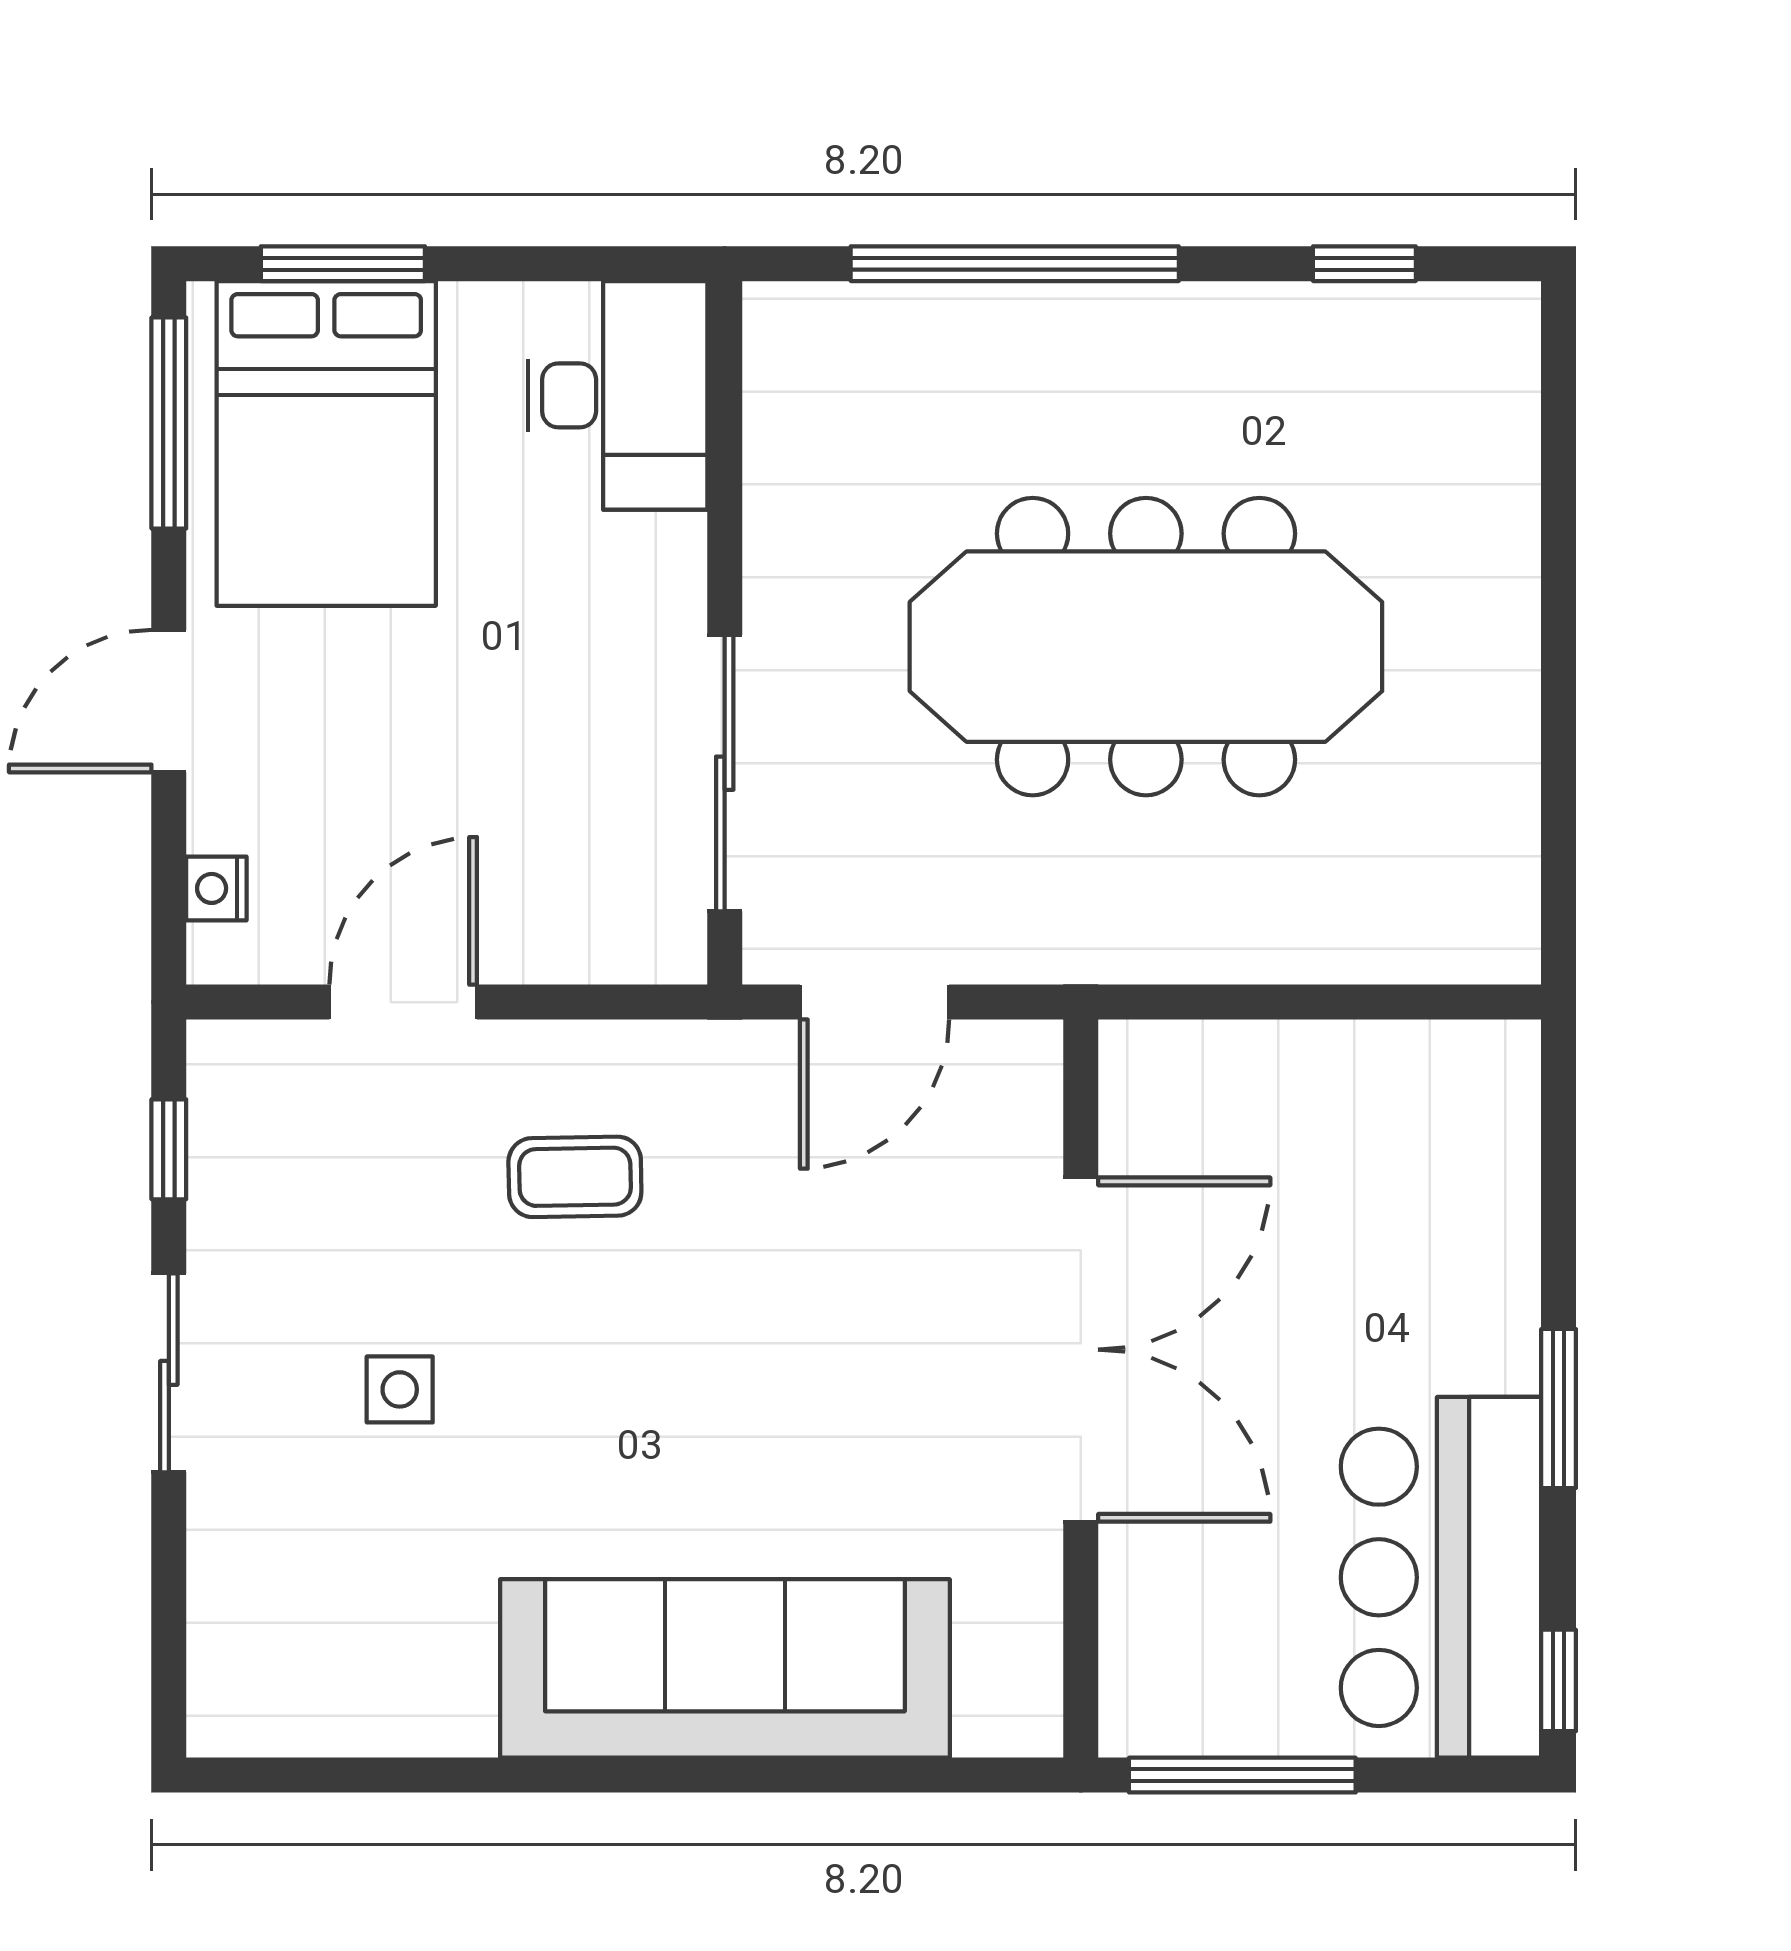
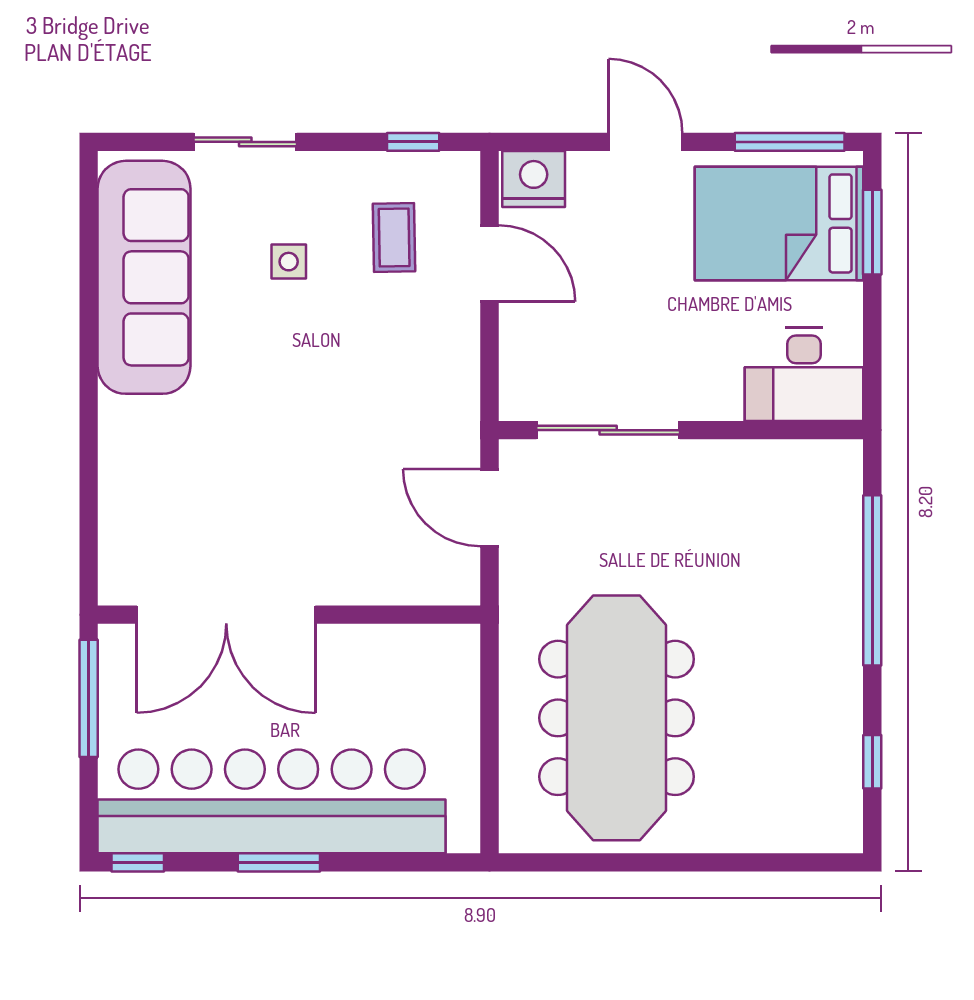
meeting table: (1146, 647) -> (617, 718), moved
nightstand: (216, 888) -> (534, 179), width x1.89, depth x1.79
coffee table: (575, 1177) -> (394, 237), moved
double door: (1081, 1350) -> (226, 615), moved
sliding door: (169, 1373) -> (245, 142), moved
bar counter: (1441, 1577) -> (272, 801), width x1.86
sofa: (725, 1668) -> (144, 277), moved

